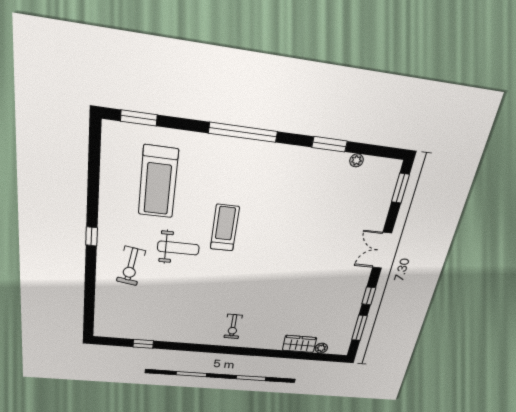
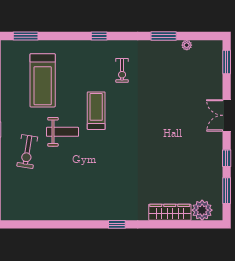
window: (243, 132) -> (99, 36), width x0.32
exercise bike: (233, 326) -> (122, 70), moved
window: (143, 344) -> (117, 224), moved
wardrobe: (300, 344) -> (170, 212), width x1.50
plant: (321, 348) -> (202, 210), width x1.88, depth x1.88

